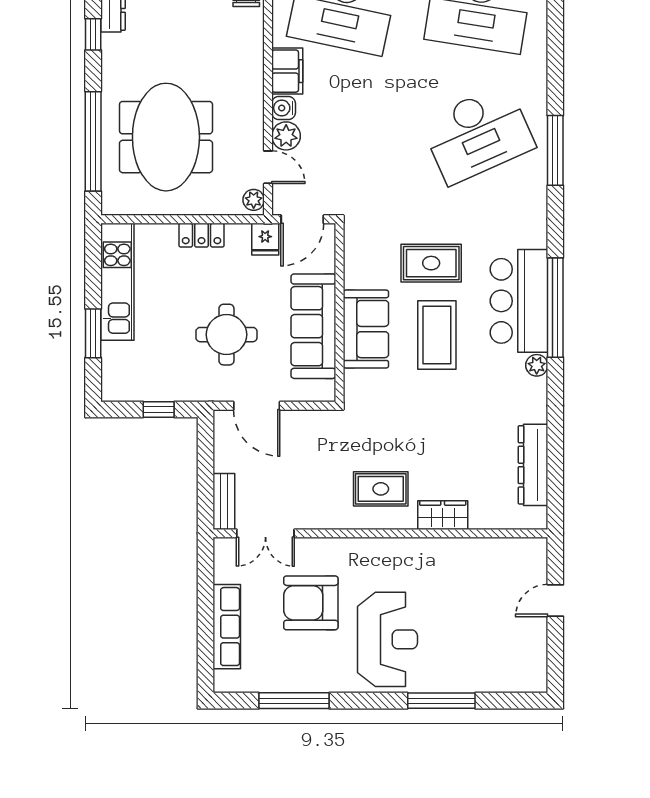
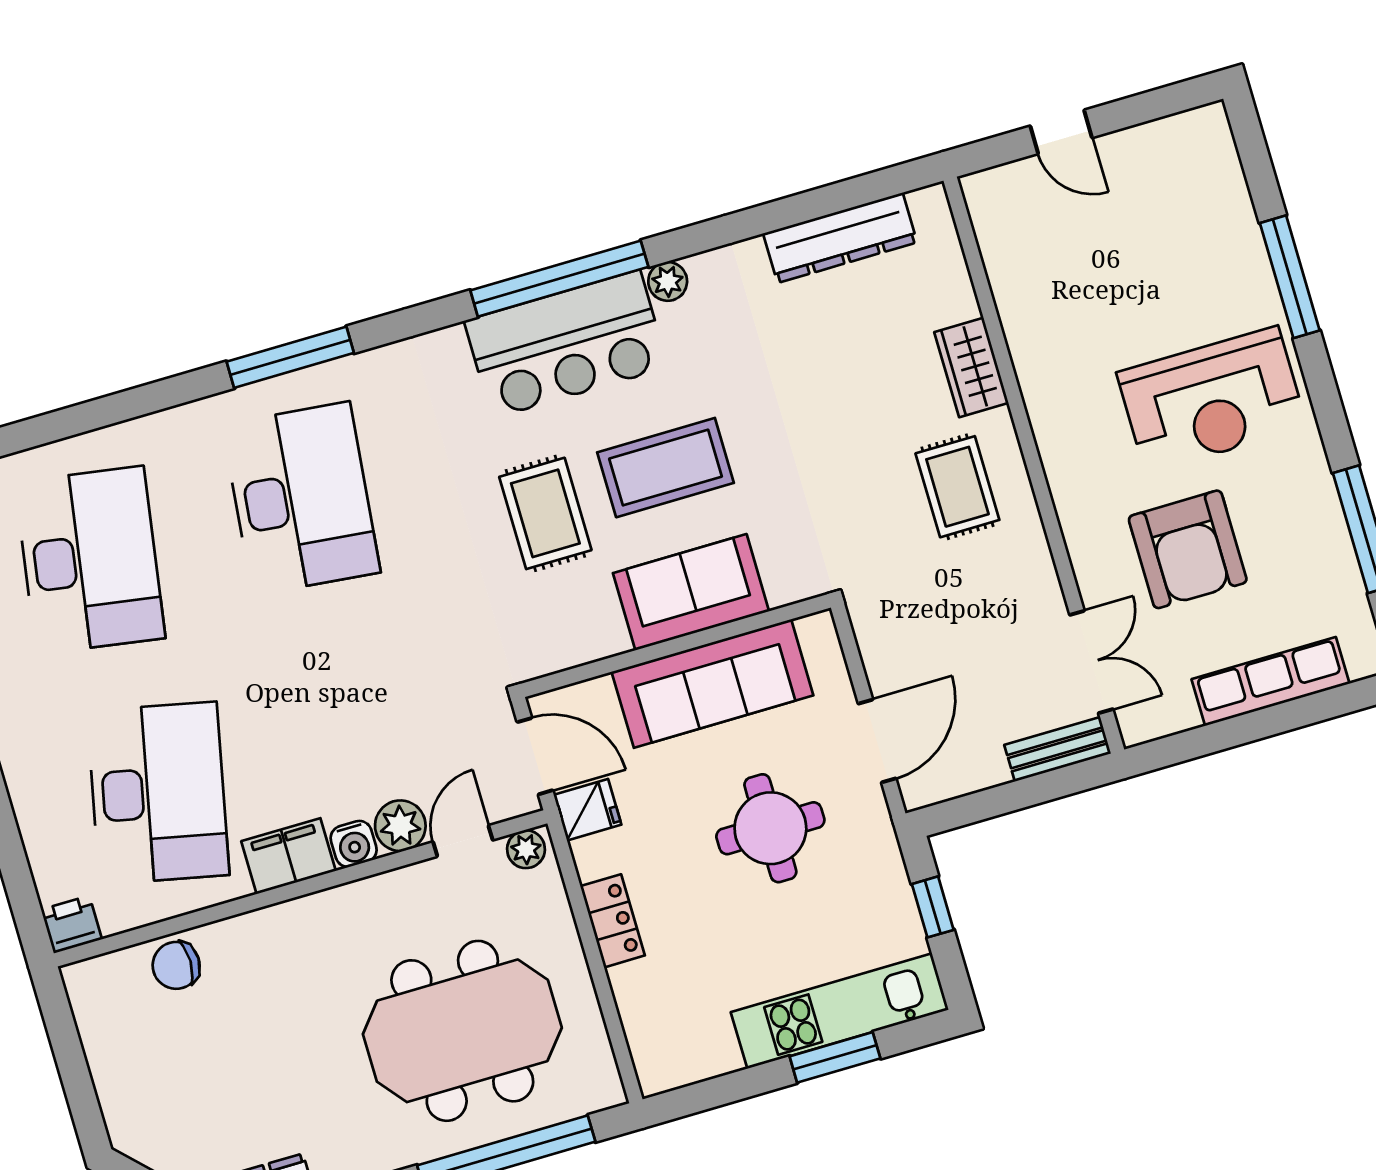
desk: (478, 134) -> (301, 498), turned 30
kitchen unit: (117, 282) -> (839, 1011), moved
reception desk: (387, 639) -> (1212, 400), turned 180

